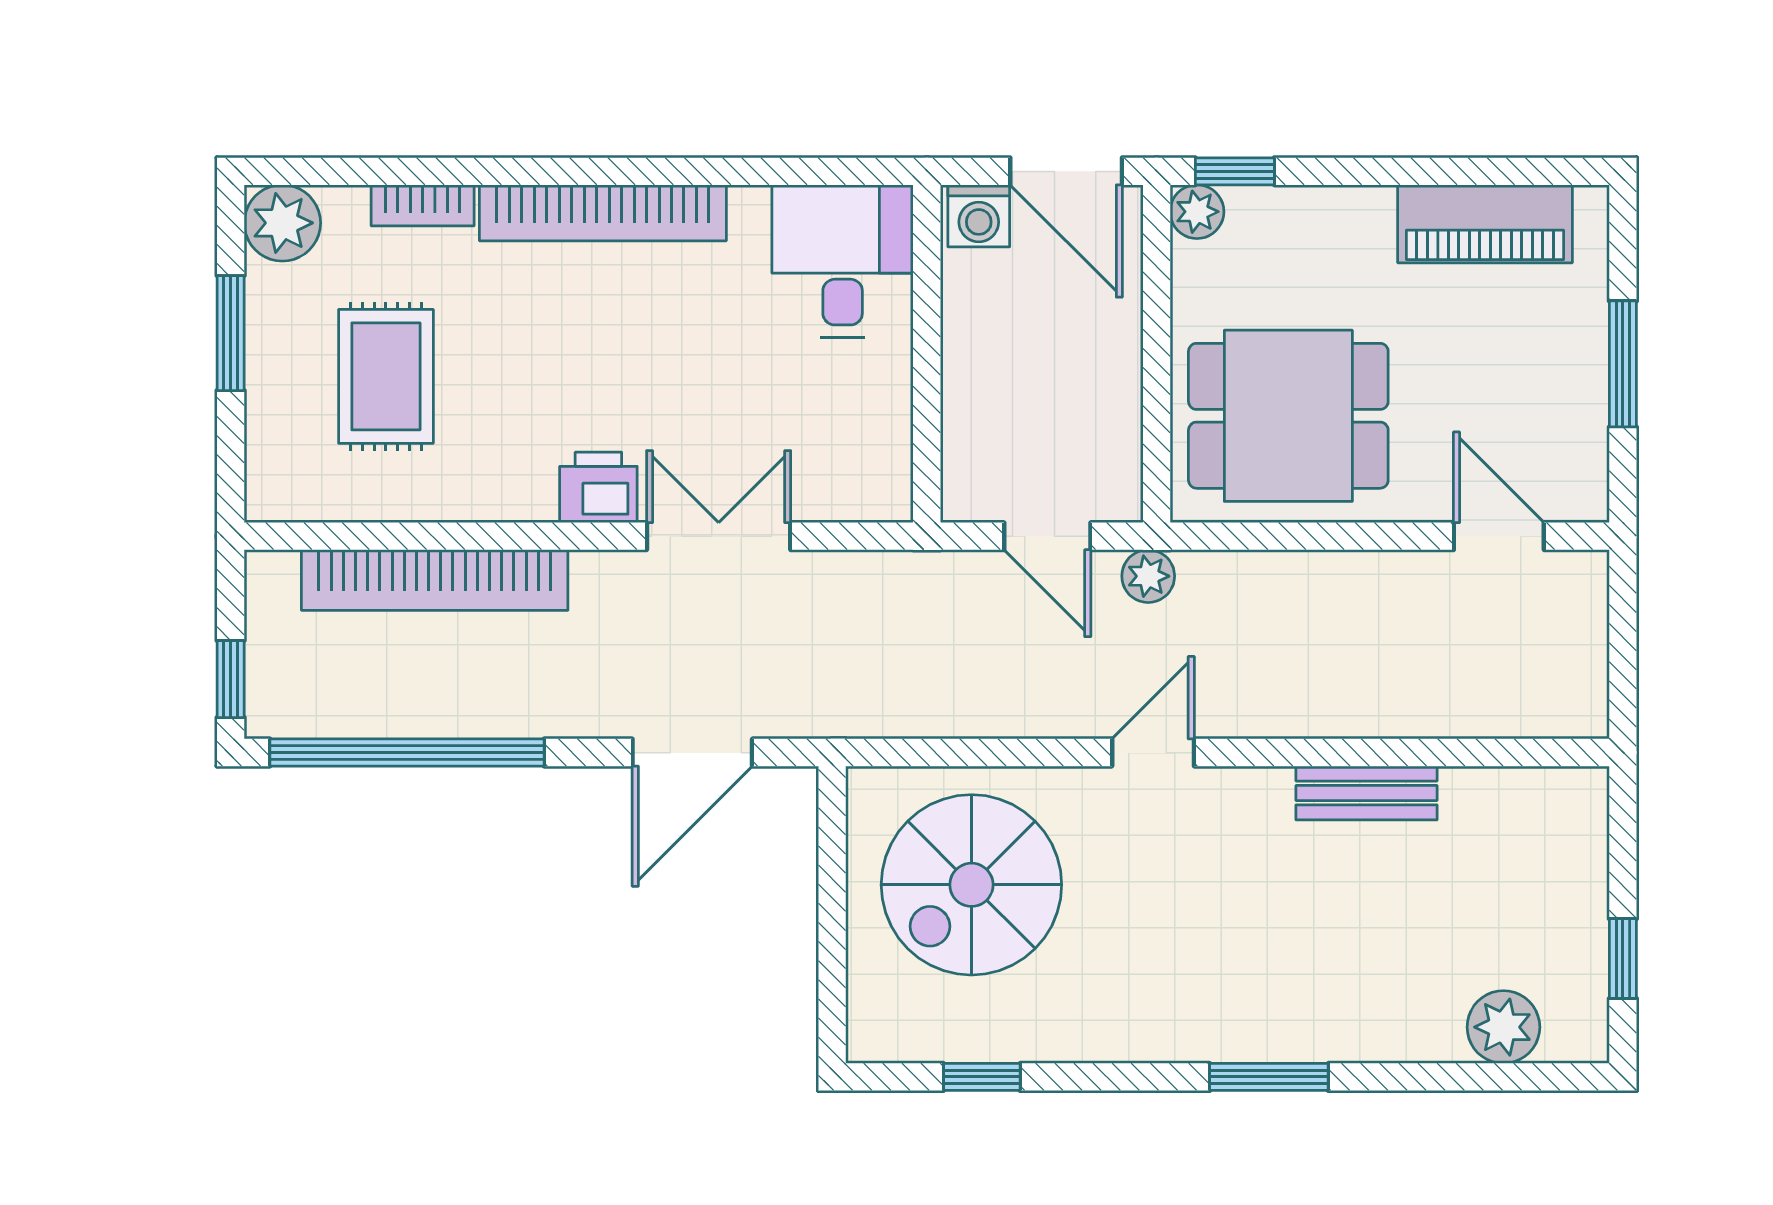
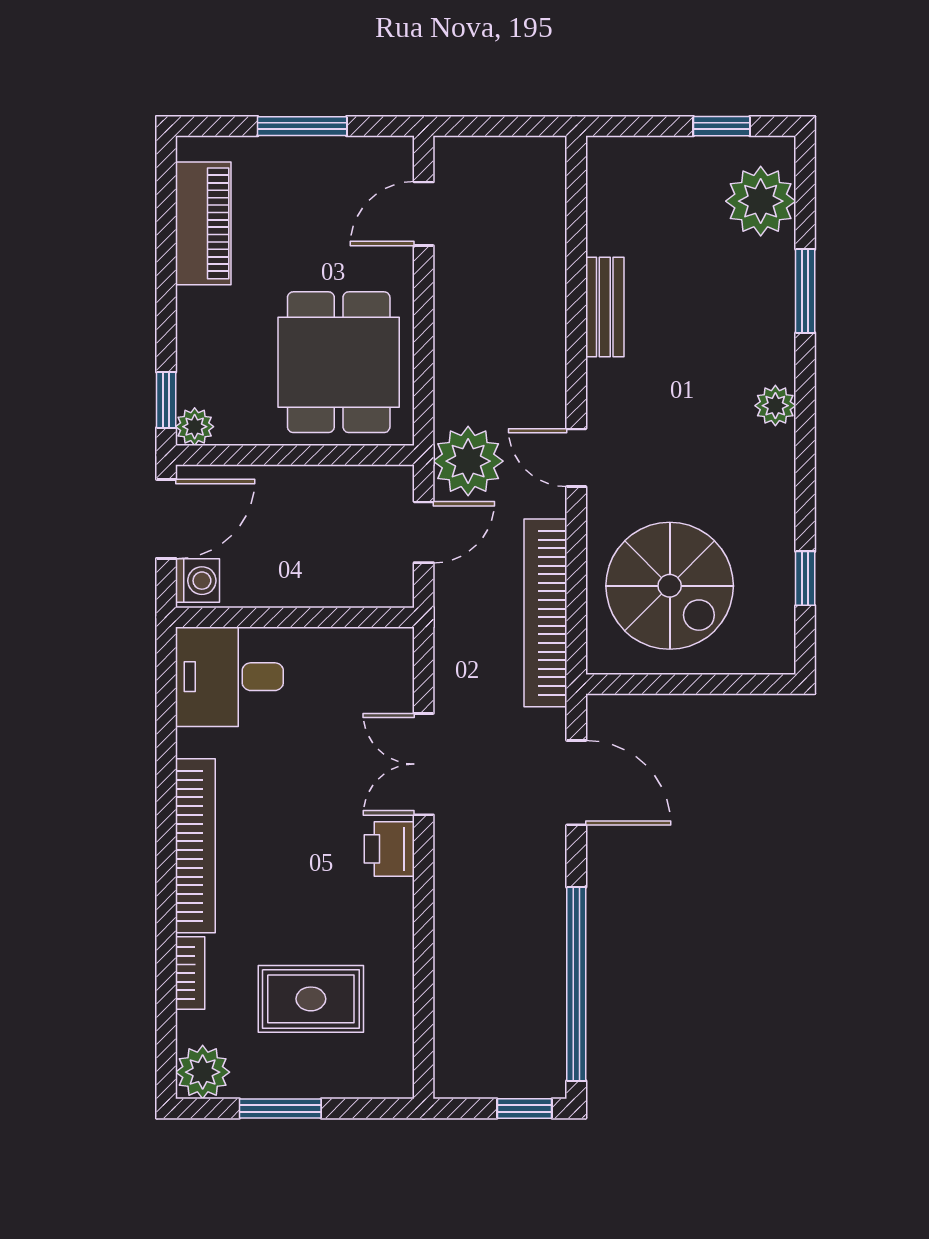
plant: (1148, 576) -> (468, 461), width x1.87, depth x1.87
bookcase: (435, 580) -> (545, 613), moved, turned 180
plant: (1503, 1027) -> (761, 201), width x1.36, depth x1.36
plant: (1227, 1035) -> (775, 406), added
window: (1269, 1077) -> (805, 291), moved

